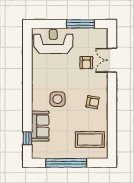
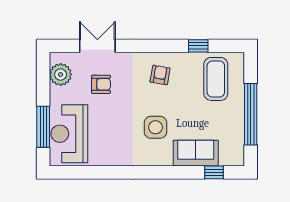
window: (80, 24) -> (43, 127), moved
plant: (93, 36) -> (61, 74), added
double door: (112, 60) -> (97, 46), swing flipped
window: (112, 128) -> (198, 46), added

